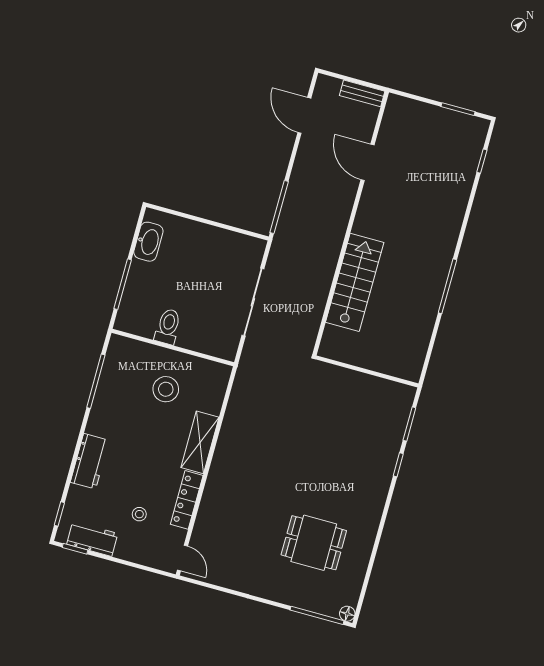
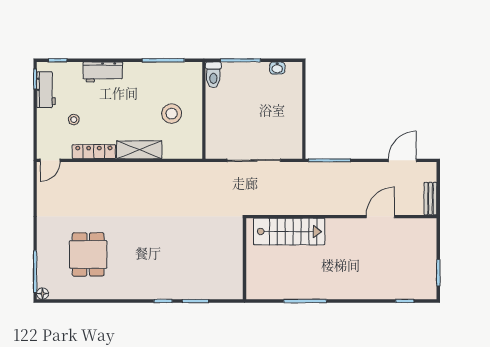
washbasin: (148, 242) -> (277, 68), width x0.52, depth x0.69
toilet: (168, 326) -> (213, 75), moved, turned 90
wall: (367, 371) -> (245, 259), moved

